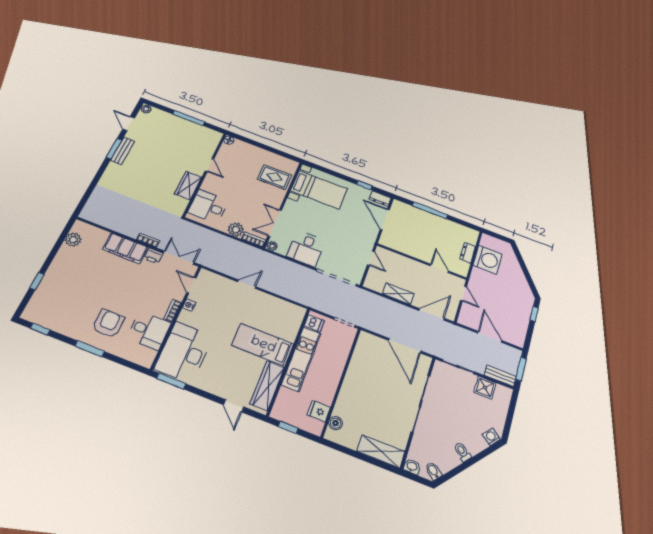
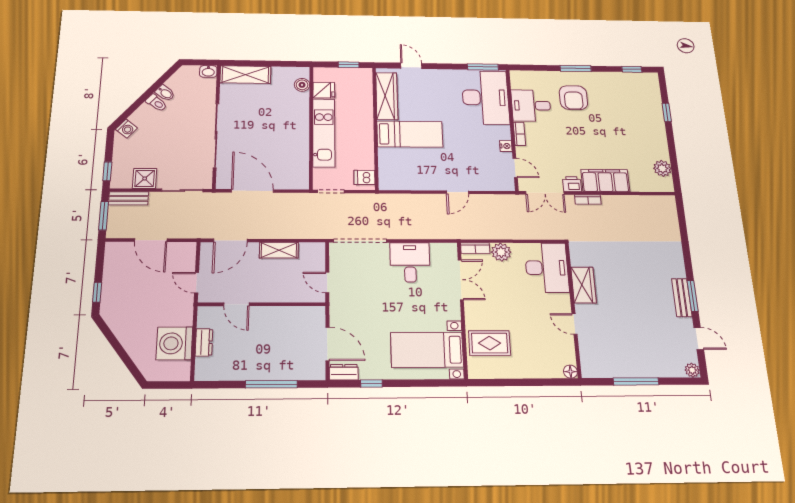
desk: (208, 207) -> (547, 268), width x1.37
plant: (272, 246) -> (450, 249), removed
kitchen unit: (301, 359) -> (324, 133), moved, turned 180
window: (513, 405) -> (107, 171), added
bidet: (433, 471) -> (165, 93), moved

